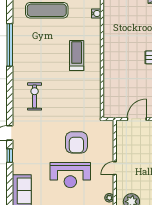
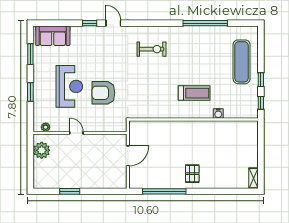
water cooler: (96, 13) -> (218, 114), moved
door: (137, 119) -> (128, 156), hinge flipped
reception desk: (70, 175) -> (69, 86), turned 180

